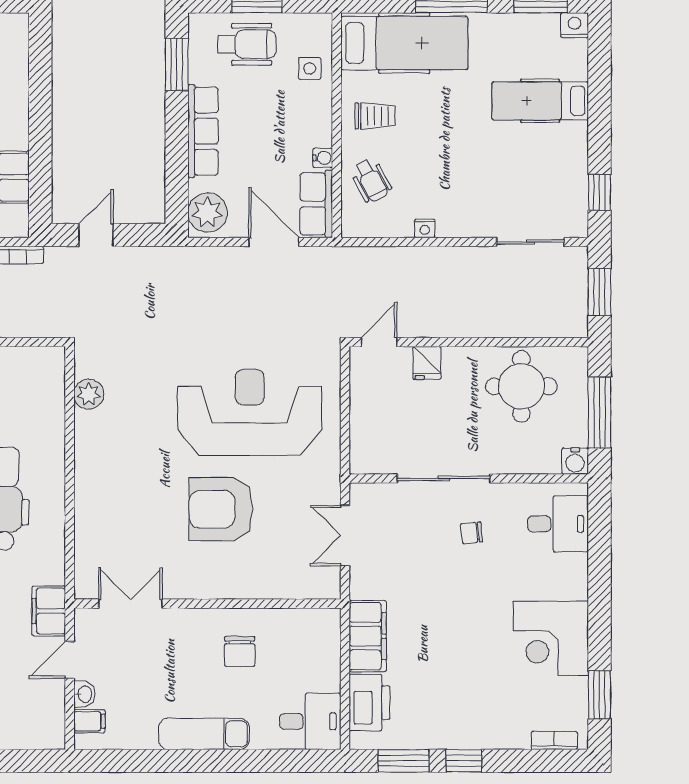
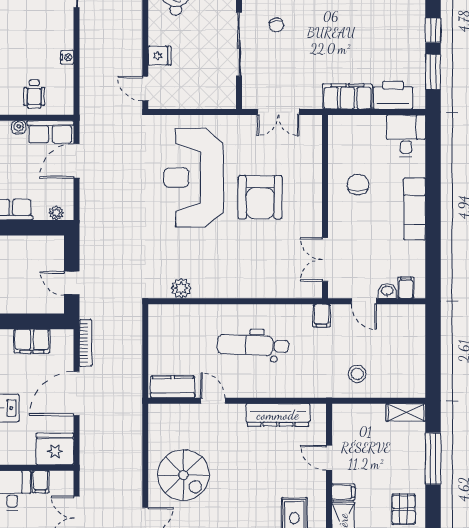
wheelchair: (371, 180) -> (34, 94), turned 118
plant: (207, 212) -> (56, 213), width x0.53, depth x0.53
filing cabinet: (49, 611) -> (321, 316), width x0.50
chair: (240, 651) -> (358, 184), turned -90

